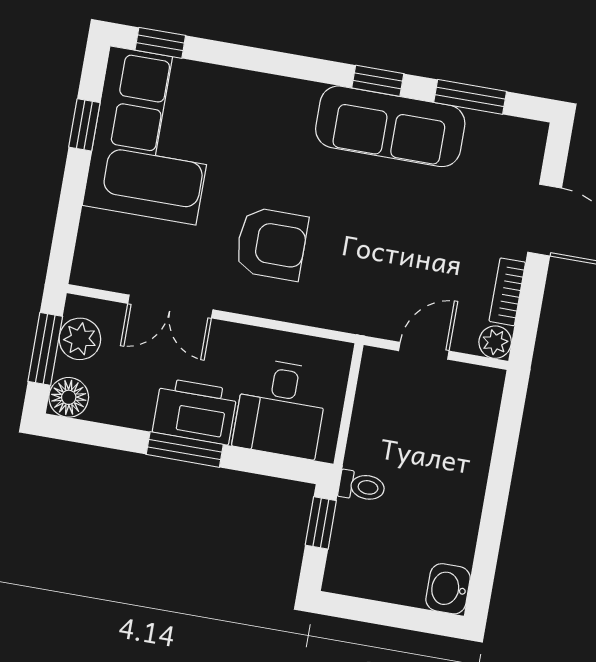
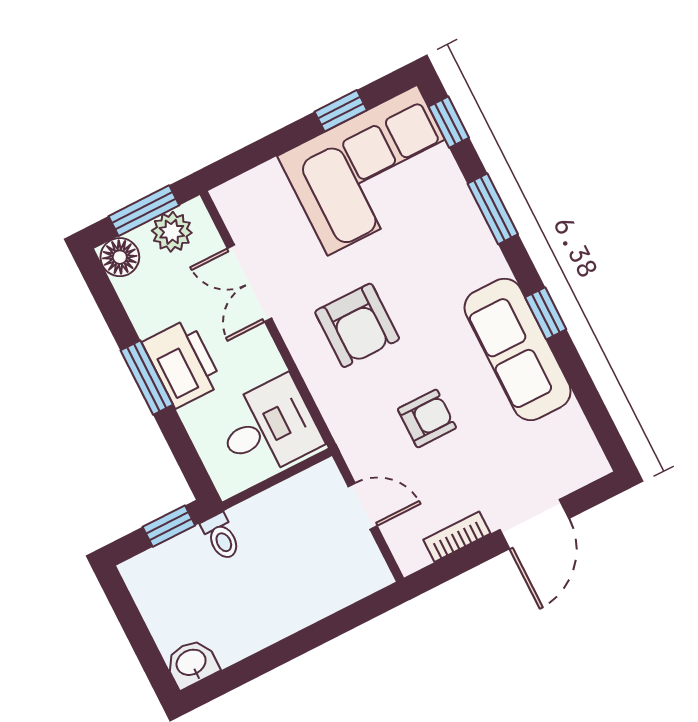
window: (470, 97) -> (493, 209), moved
armchair: (391, 244) -> (427, 418), added
plant: (495, 342) -> (411, 557), removed
desk: (281, 408) -> (268, 428), moved, turned 180

